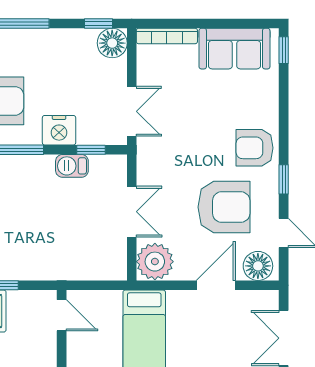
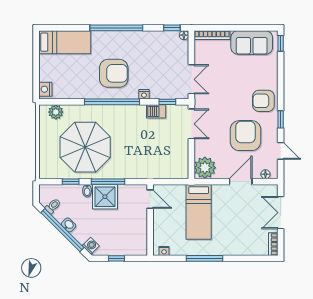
floor lamp: (112, 43) -> (184, 35), width x0.53, depth x0.53
nightstand: (59, 130) -> (144, 94), width x0.53, depth x0.56
armchair: (224, 207) -> (246, 136), turned -90
double door: (132, 212) -> (191, 124), moved
floor lamp: (258, 266) -> (265, 174), width x0.53, depth x0.53

